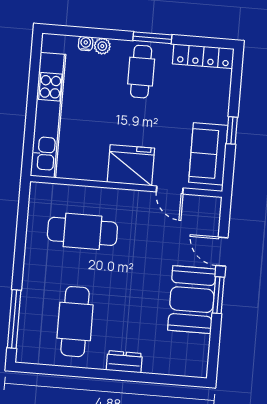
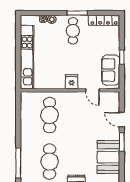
fridge: (131, 165) -> (72, 82), width x0.53, depth x0.75
cafe table: (82, 231) -> (50, 115), turned 90
booth: (192, 300) -> (108, 157), moved

